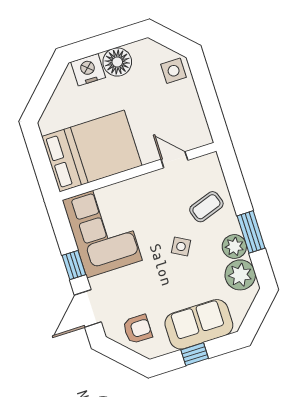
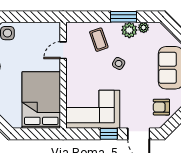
plant: (240, 275) -> (144, 28), width x0.53, depth x0.53
armchair: (137, 329) -> (161, 107), turned -90

